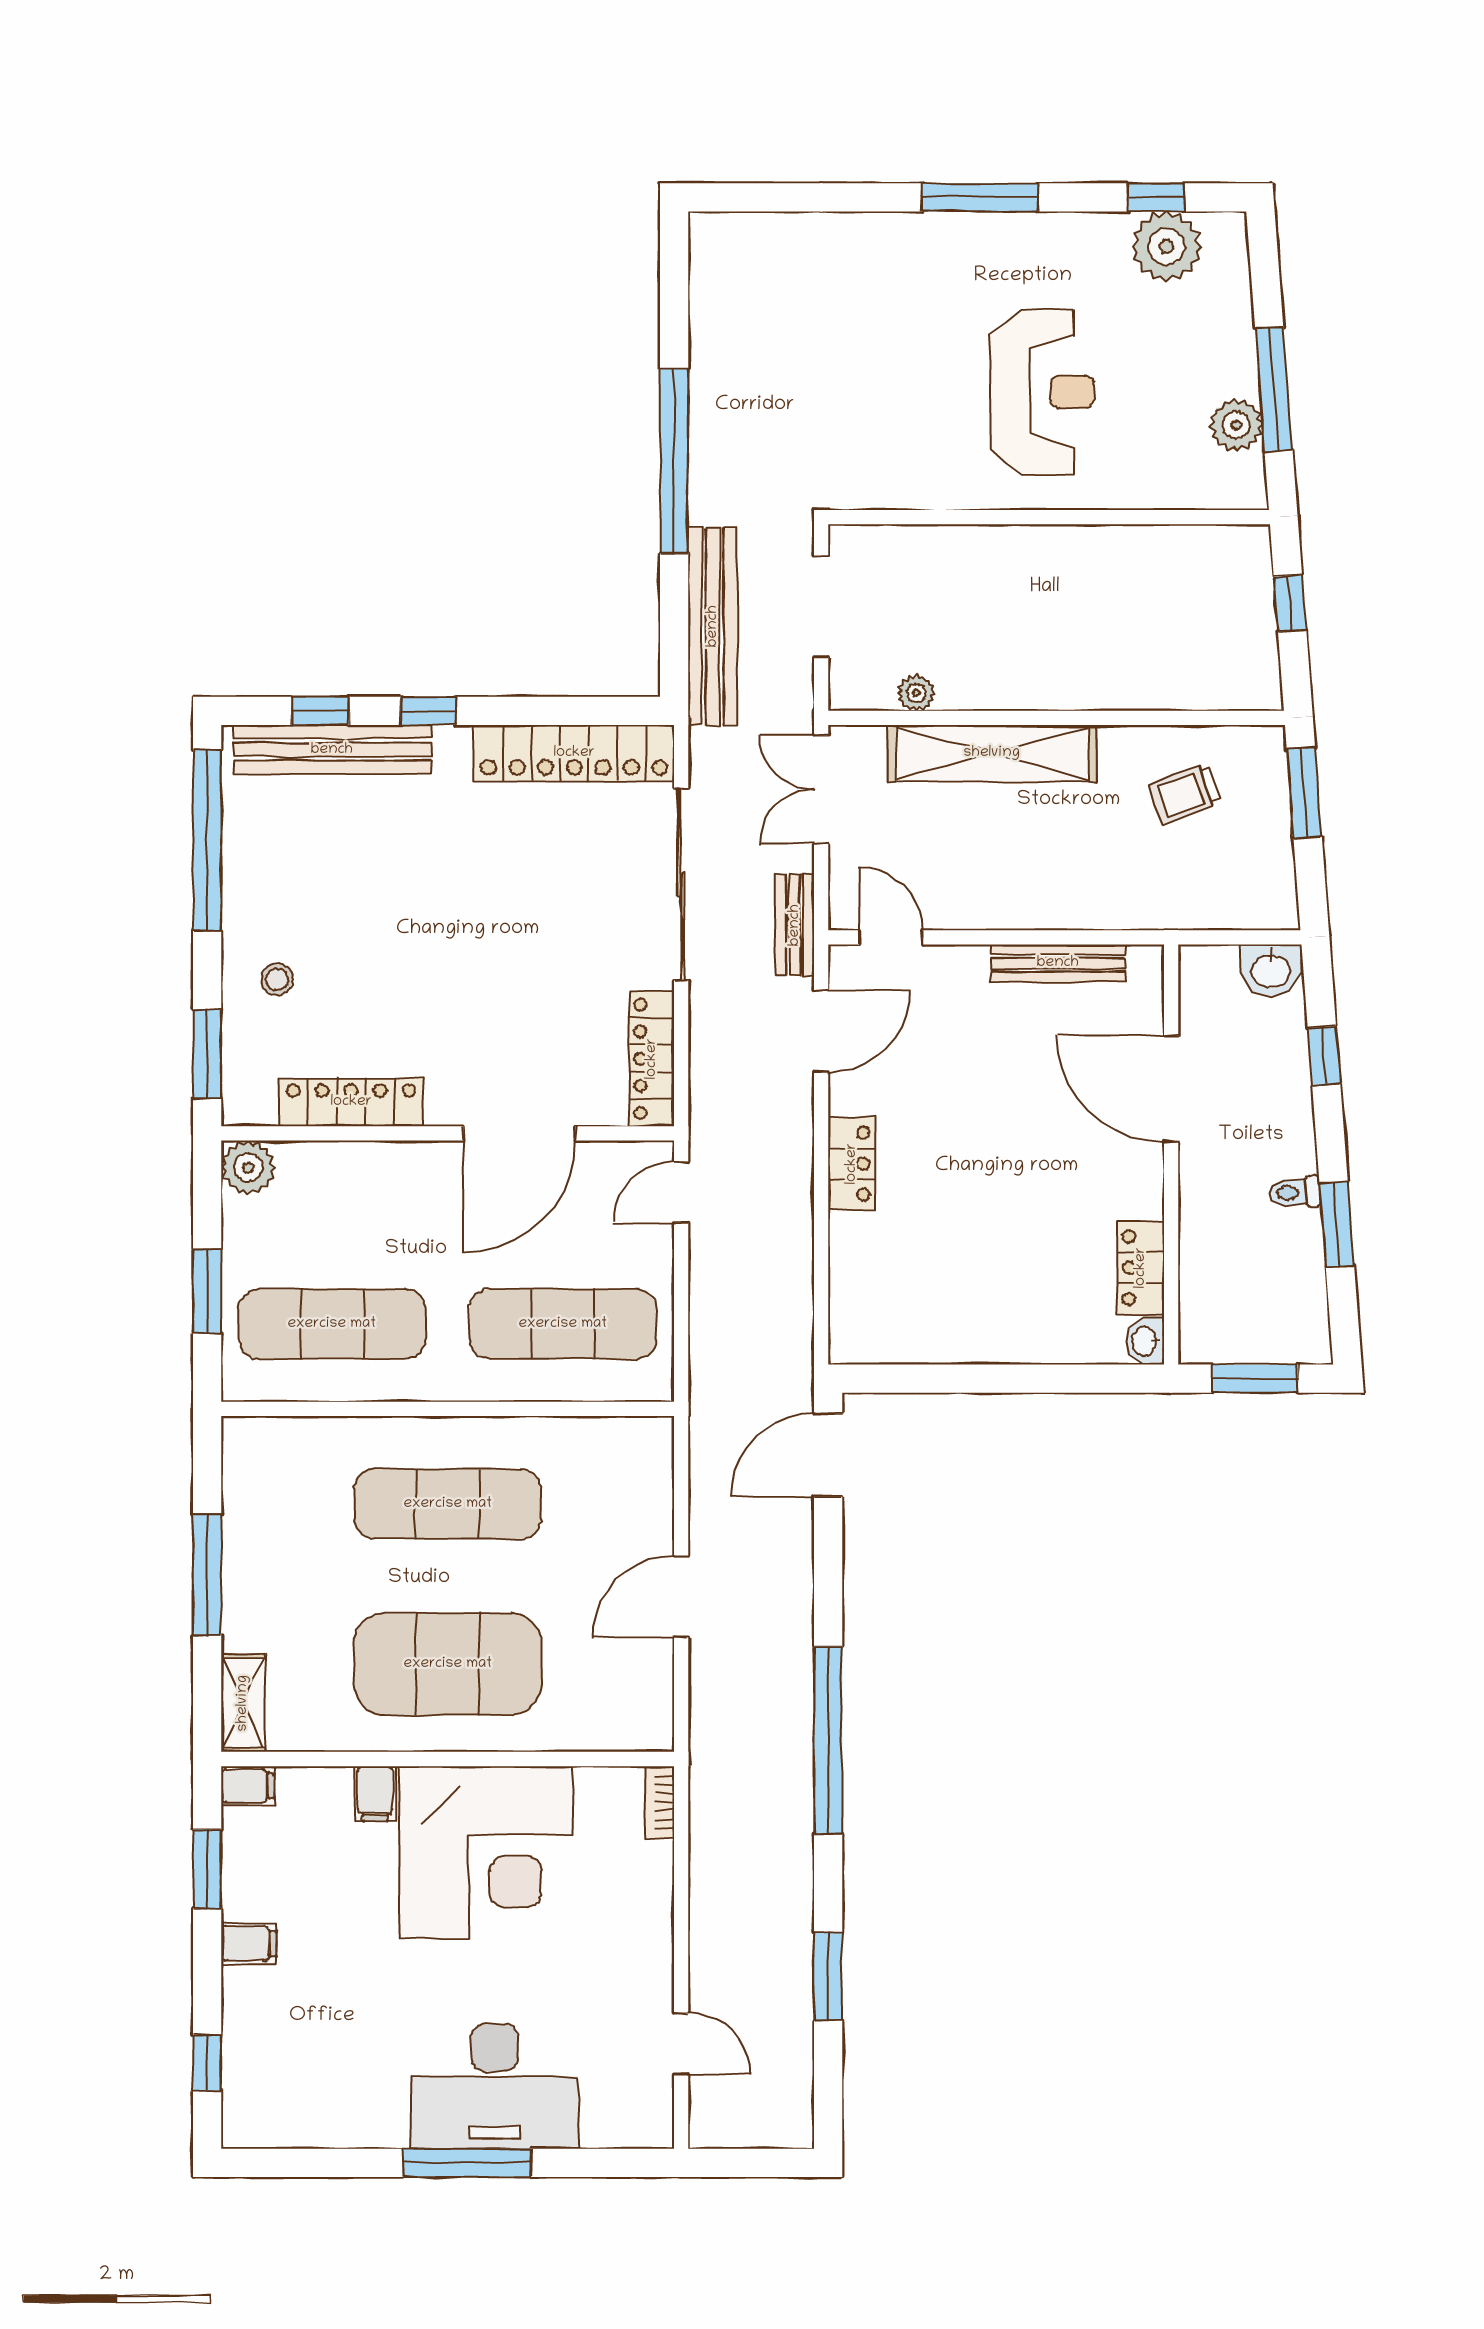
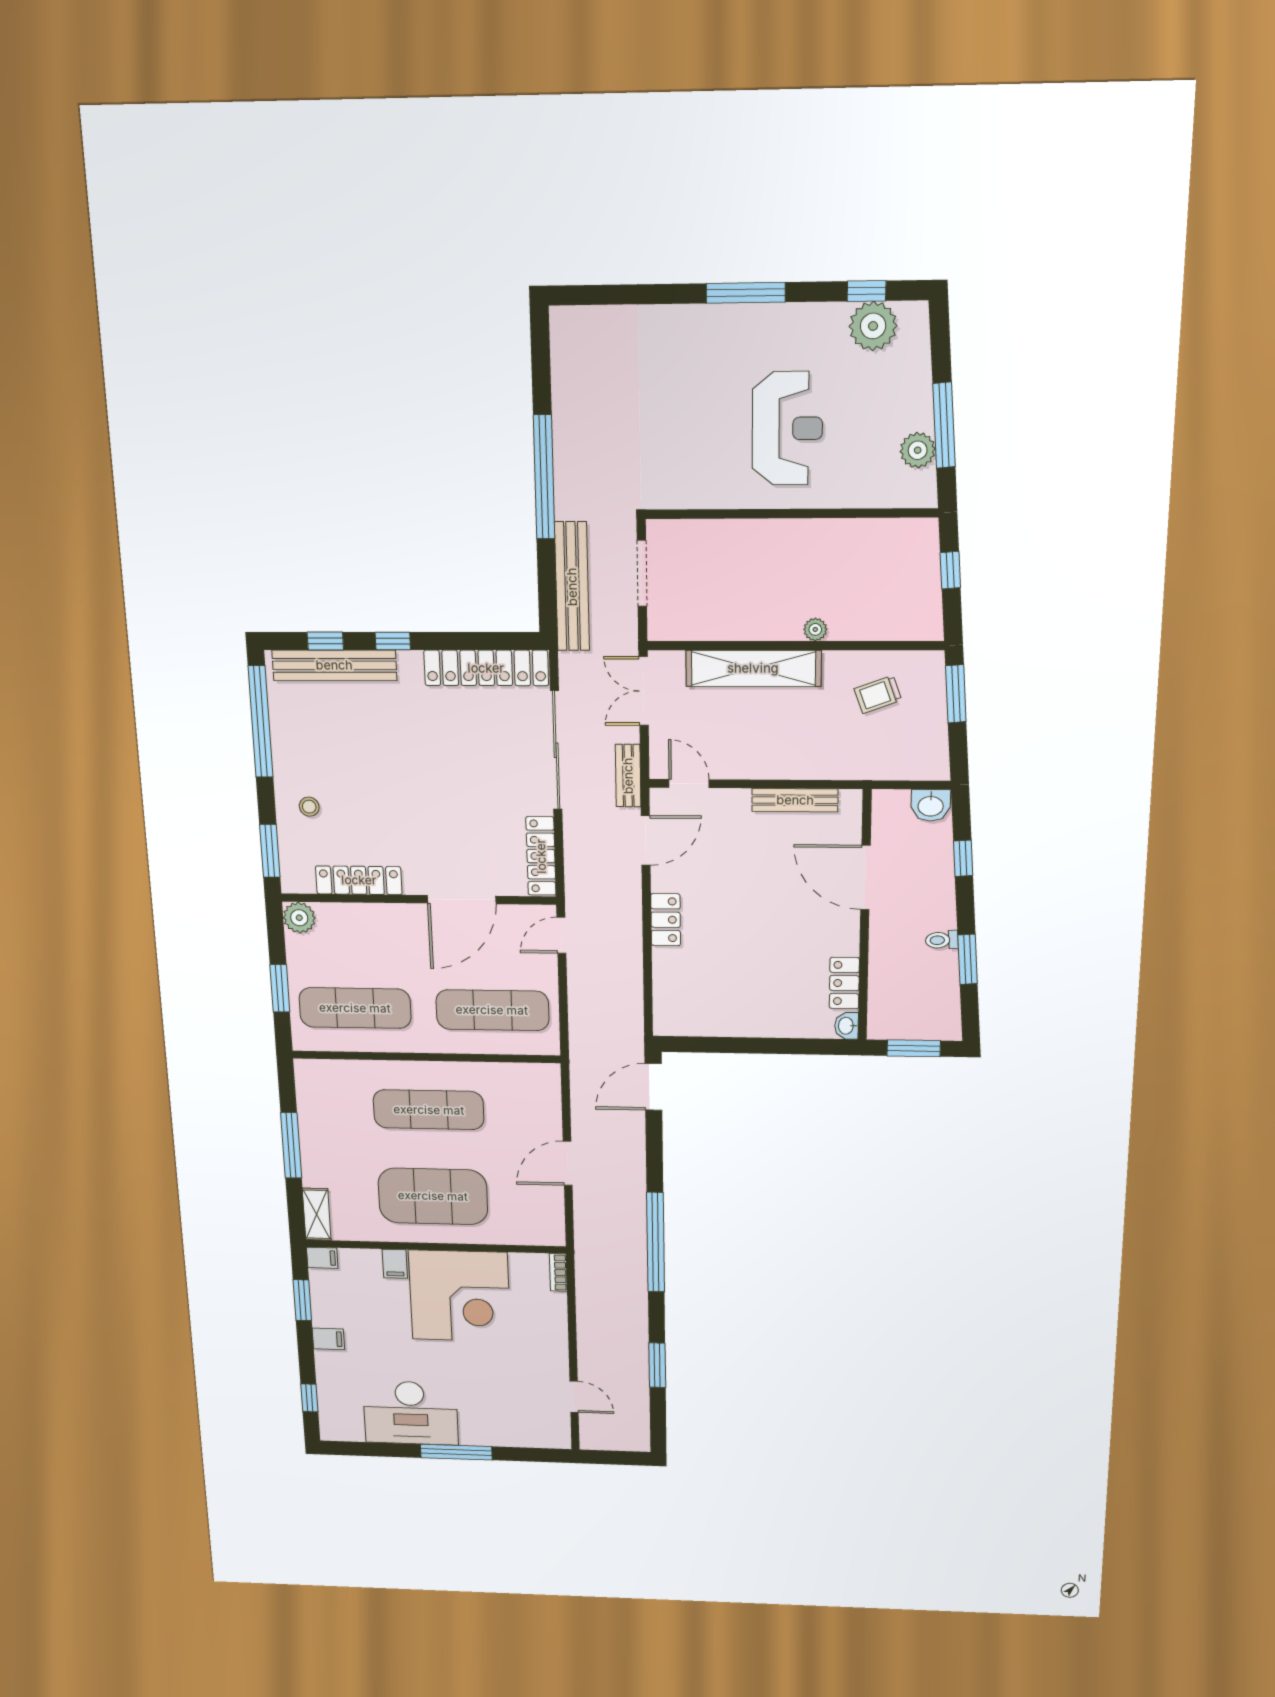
plant: (916, 693) -> (815, 629), moved
desk: (495, 2086) -> (410, 1413), moved

